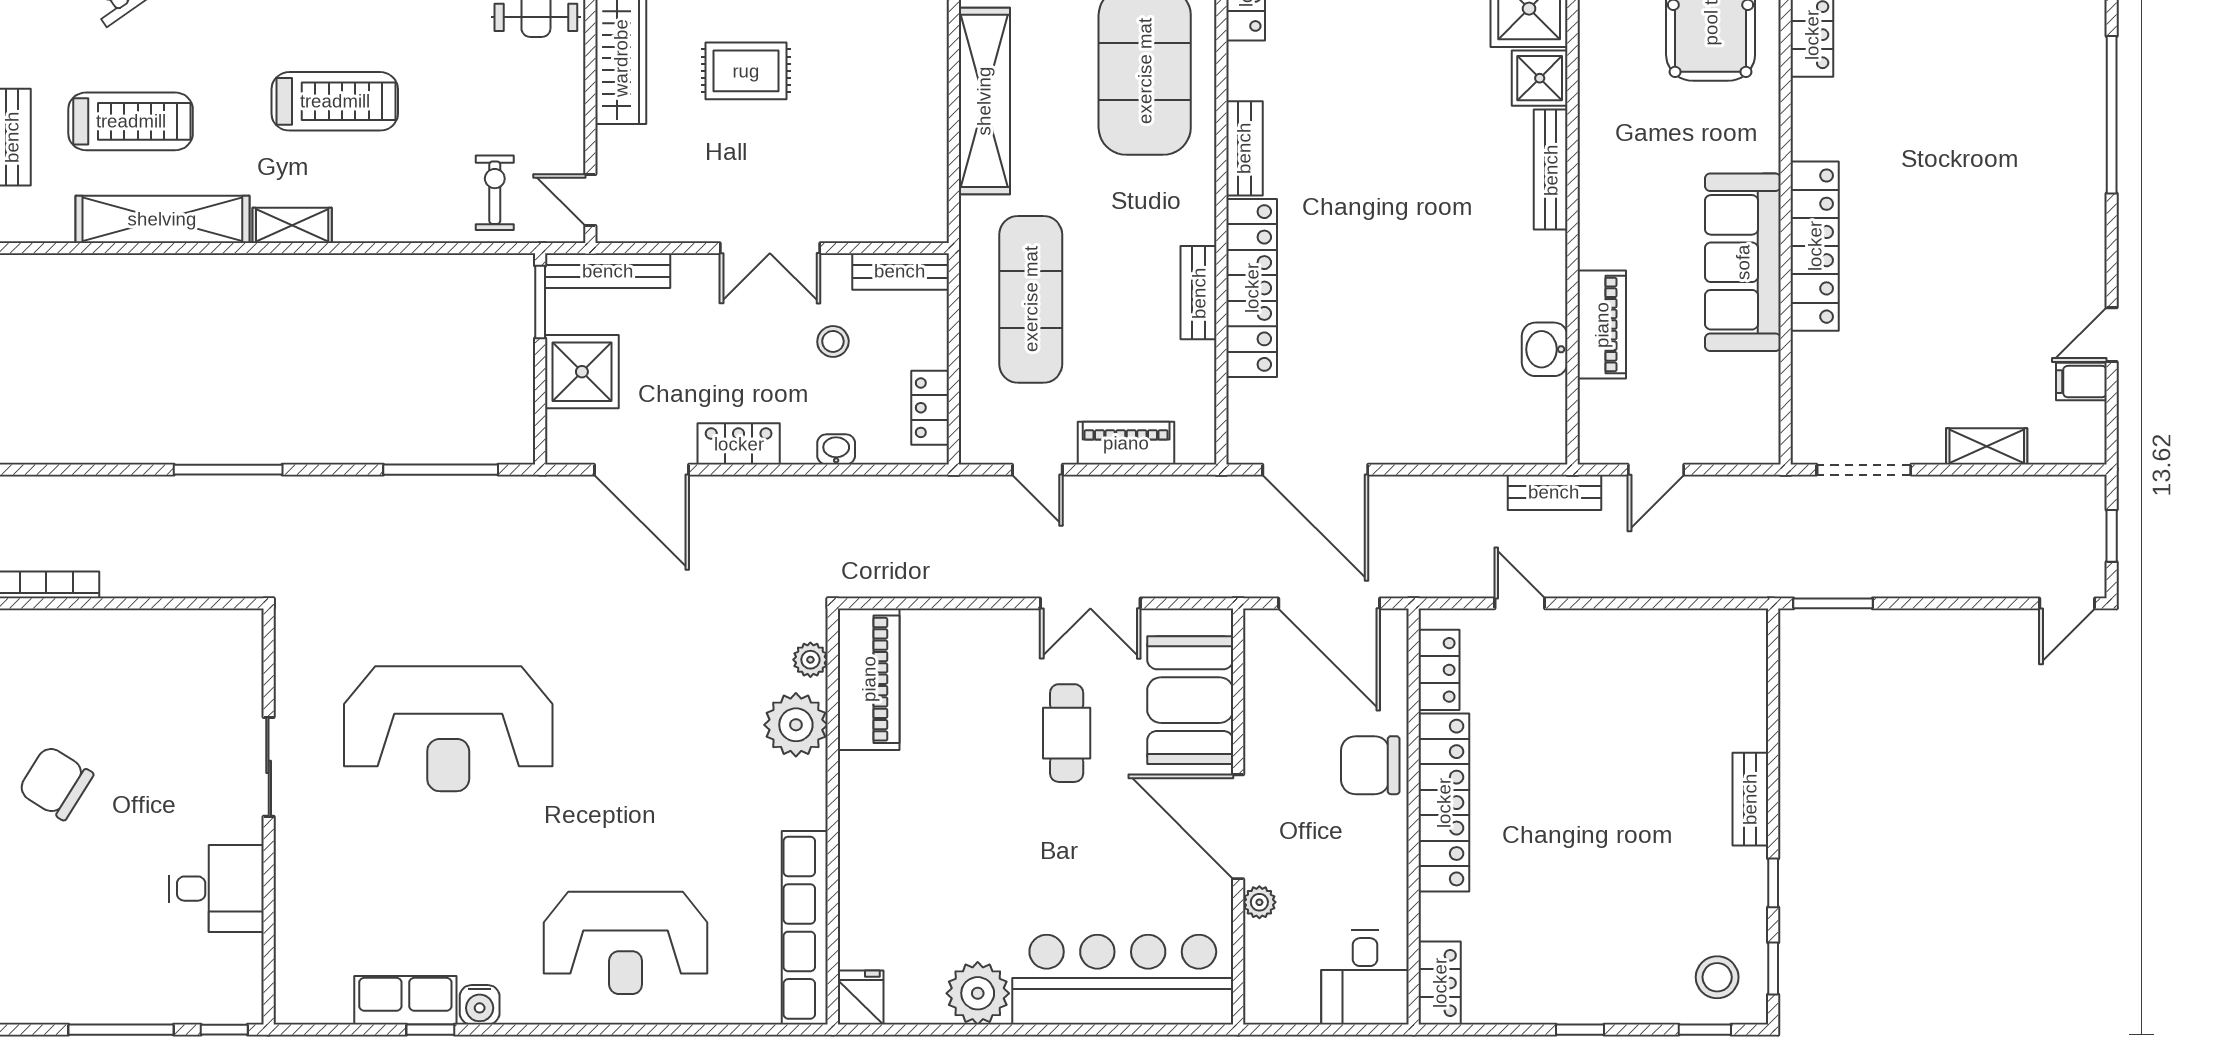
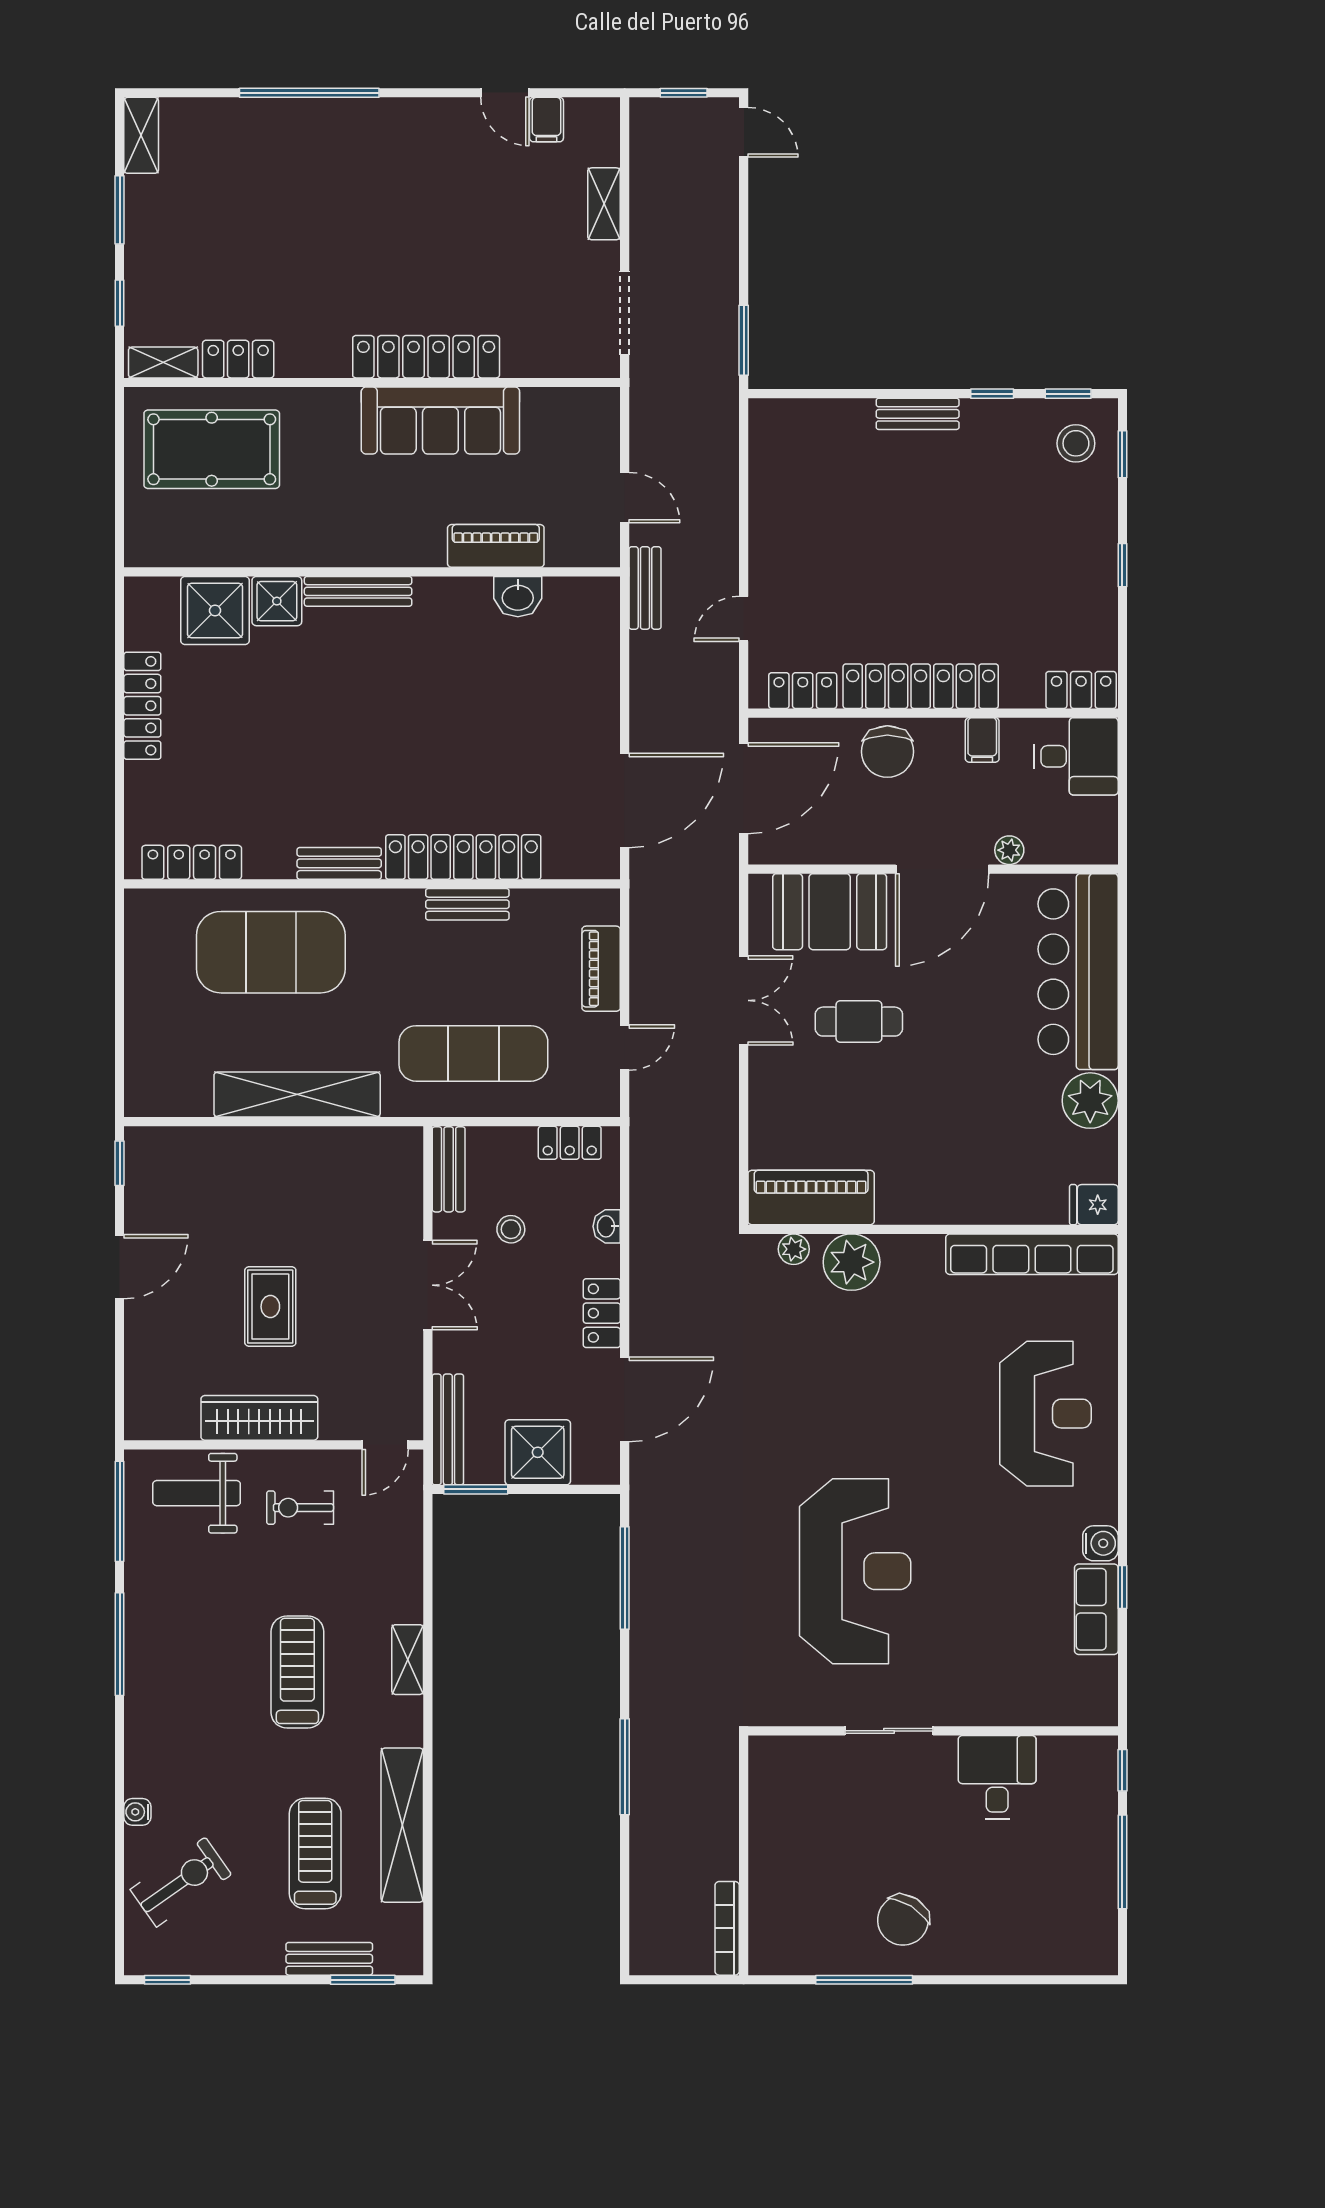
exercise bike: (495, 193) -> (300, 1508), moved
shelving: (292, 225) -> (408, 1660), moved
filing cabinet: (1383, 872) -> (982, 740), added

